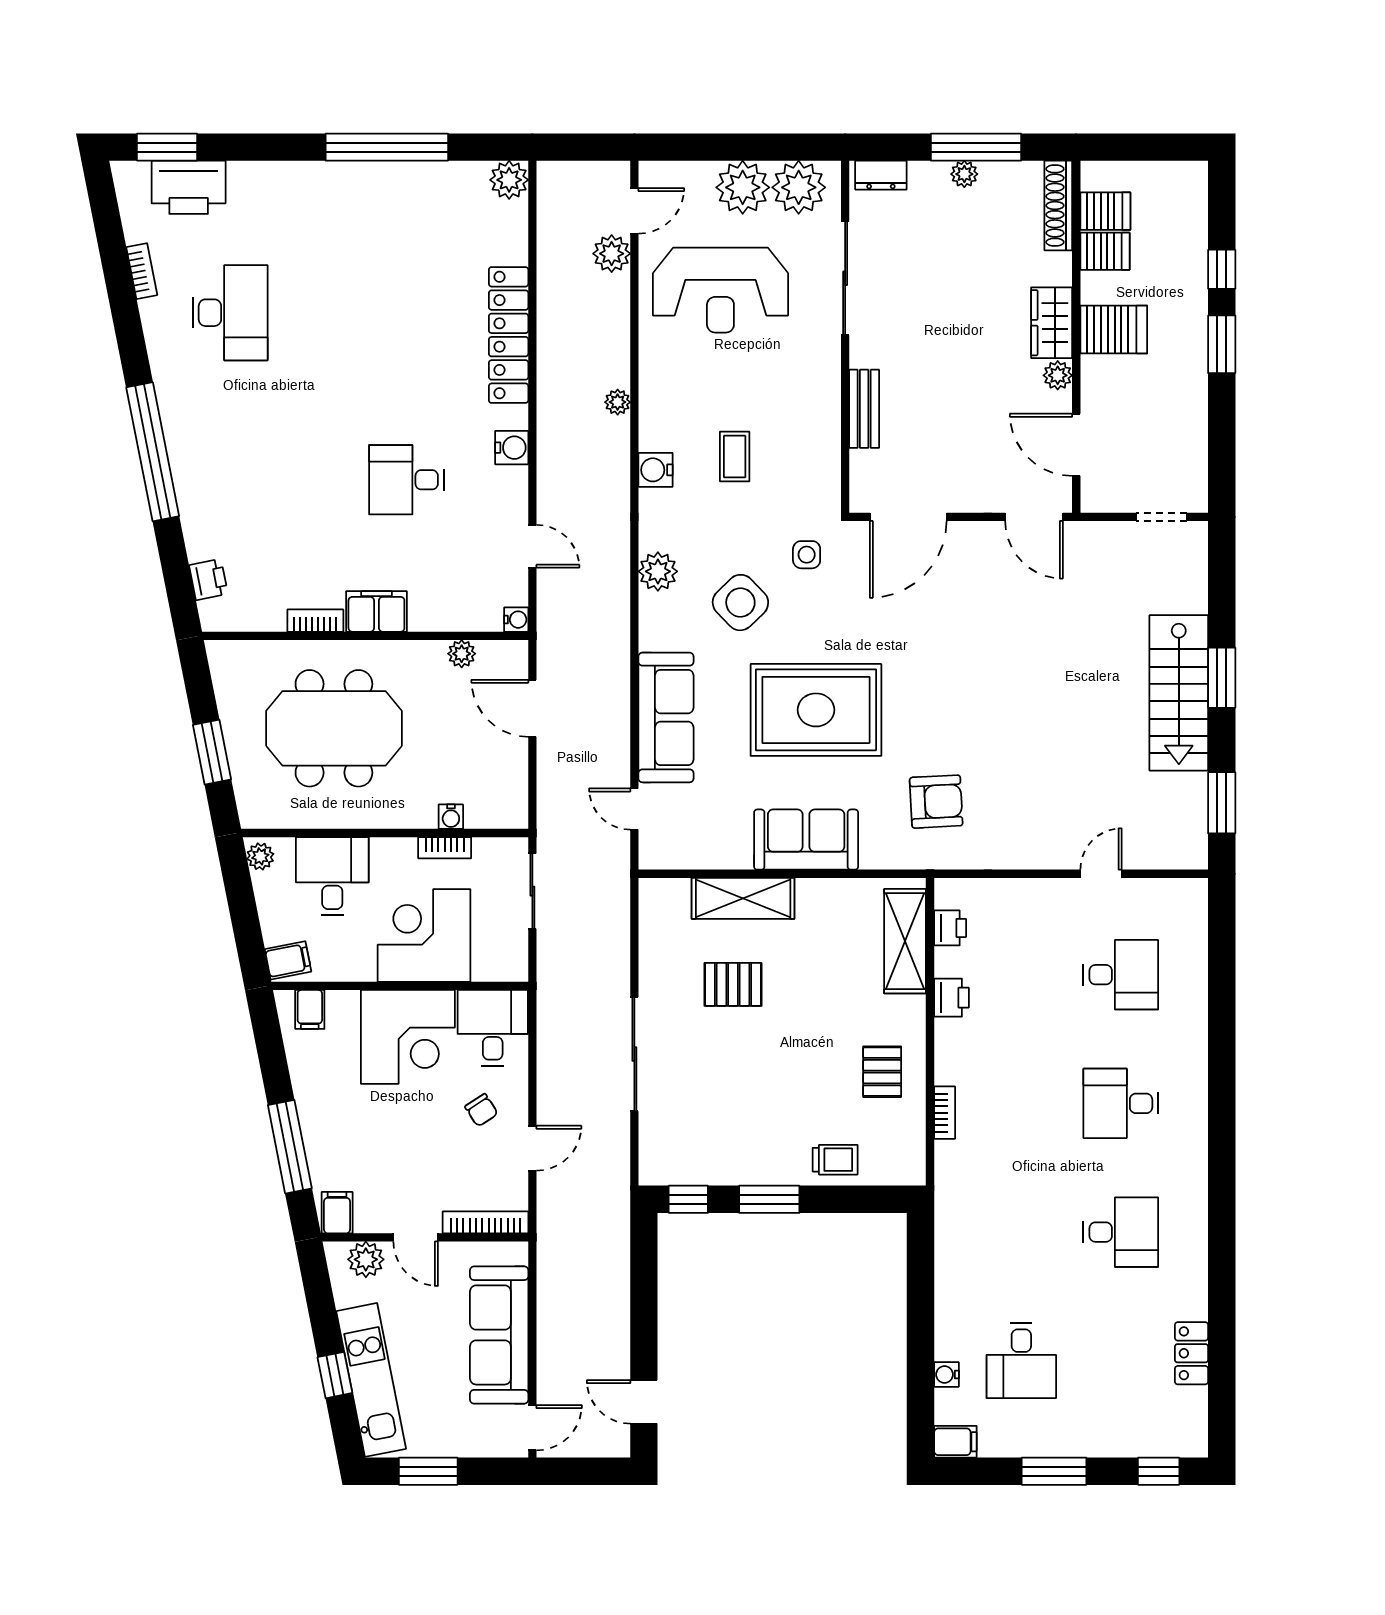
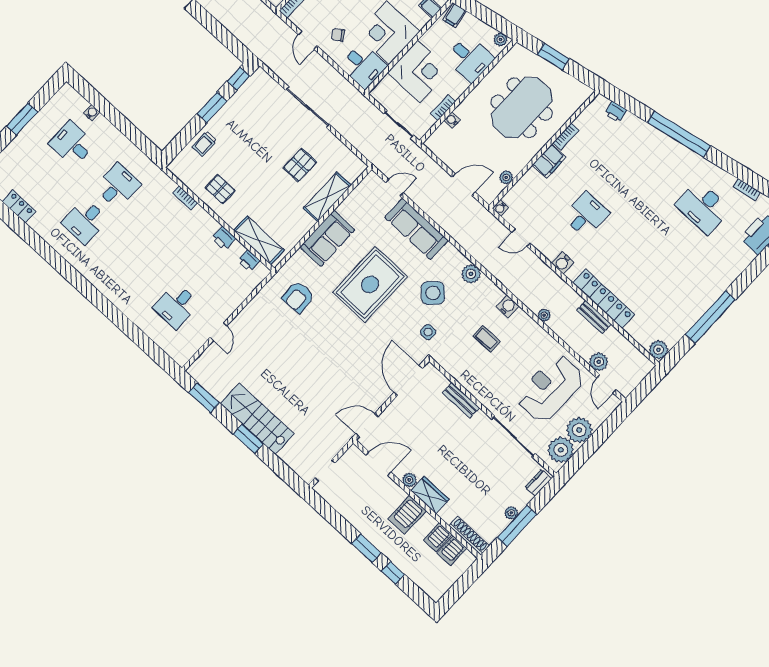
bench: (550, 323) -> (594, 317), added
desk: (1121, 1103) -> (118, 186), moved
filing cabinet: (955, 1442) -> (65, 94), removed

